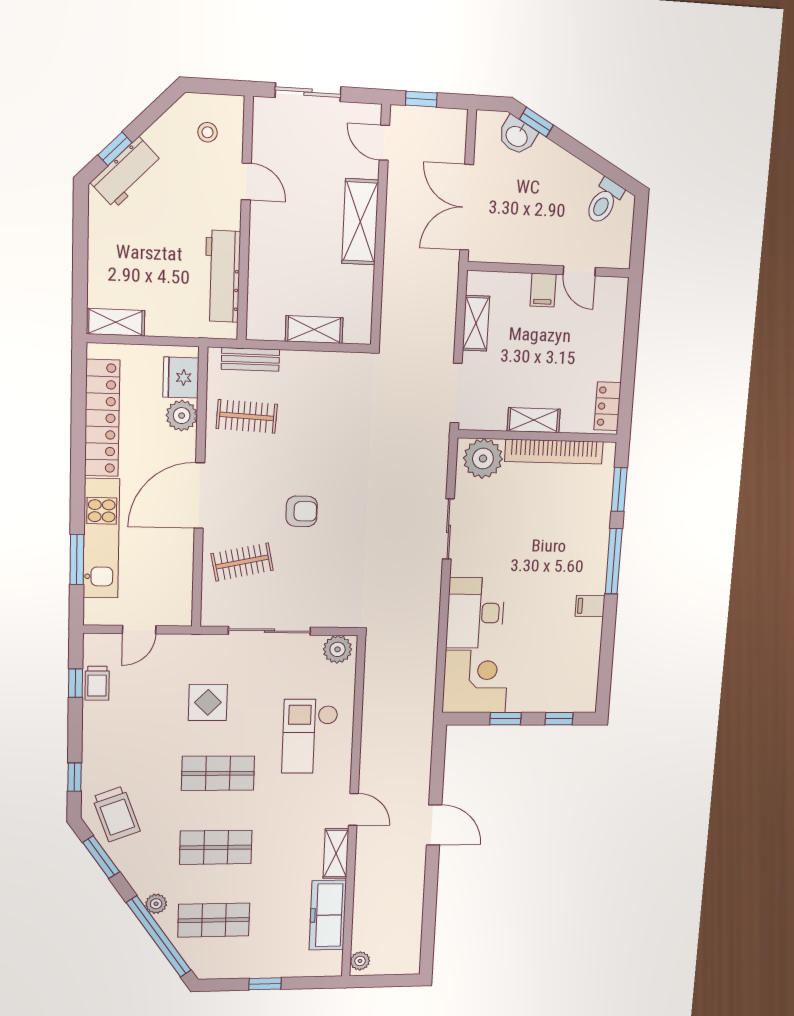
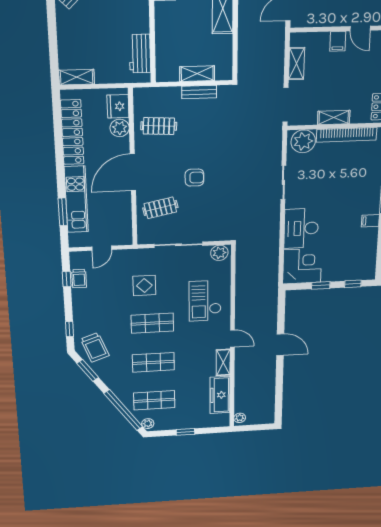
workbench: (222, 276) -> (140, 54), width x0.73
bench: (250, 359) -> (199, 92), moved
plant: (156, 904) -> (148, 424), moved

